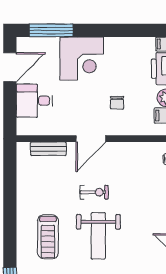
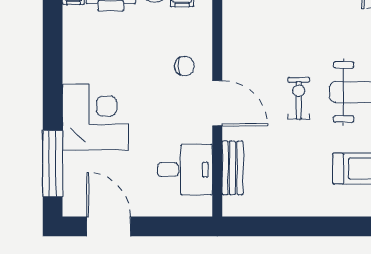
desk: (34, 101) -> (185, 170), moved, turned -90
chair: (117, 103) -> (184, 66), moved

